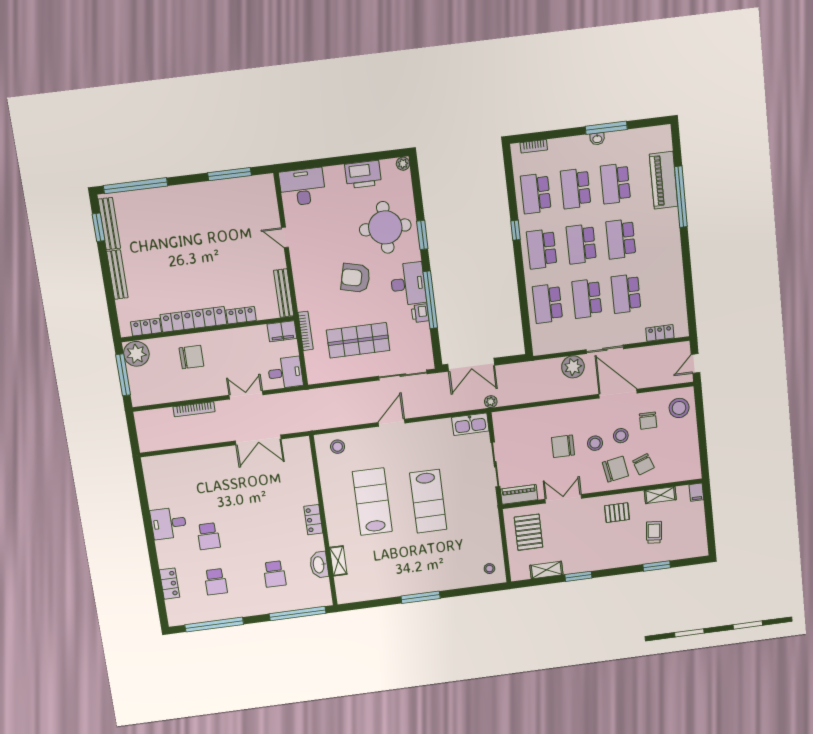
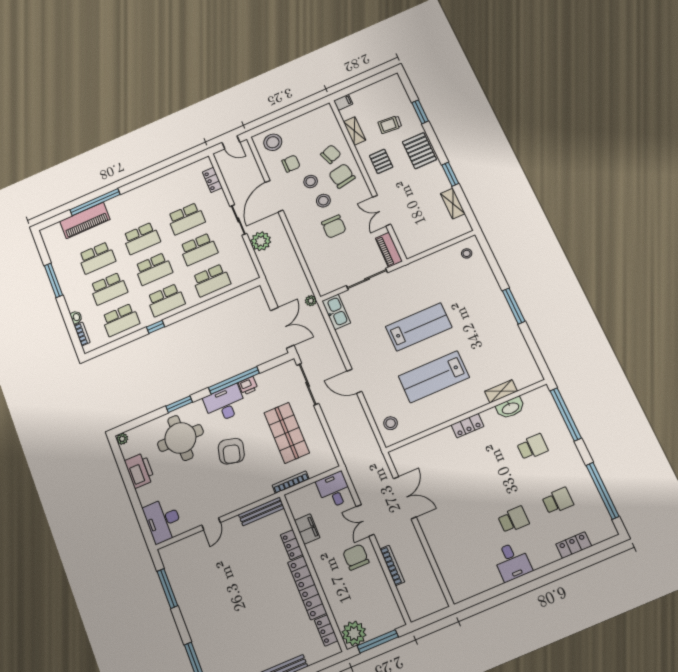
washbasin: (597, 139) -> (76, 317), moved
filing cabinet: (282, 331) -> (307, 529), moved
chair: (191, 357) -> (356, 557), moved
pallet: (528, 532) -> (419, 151), moved, turned 90

